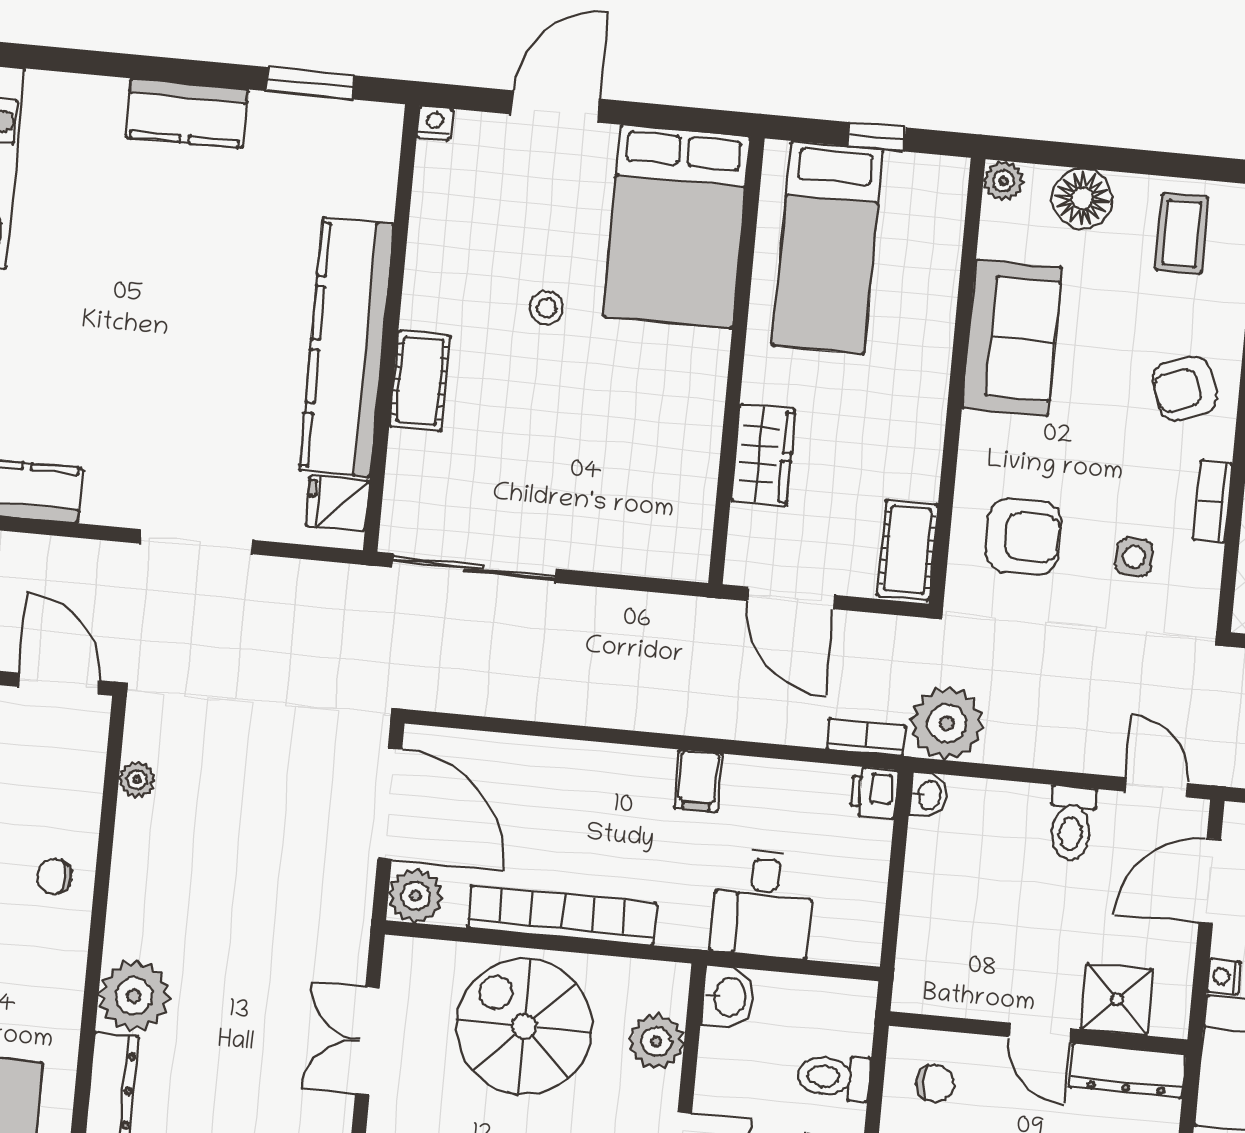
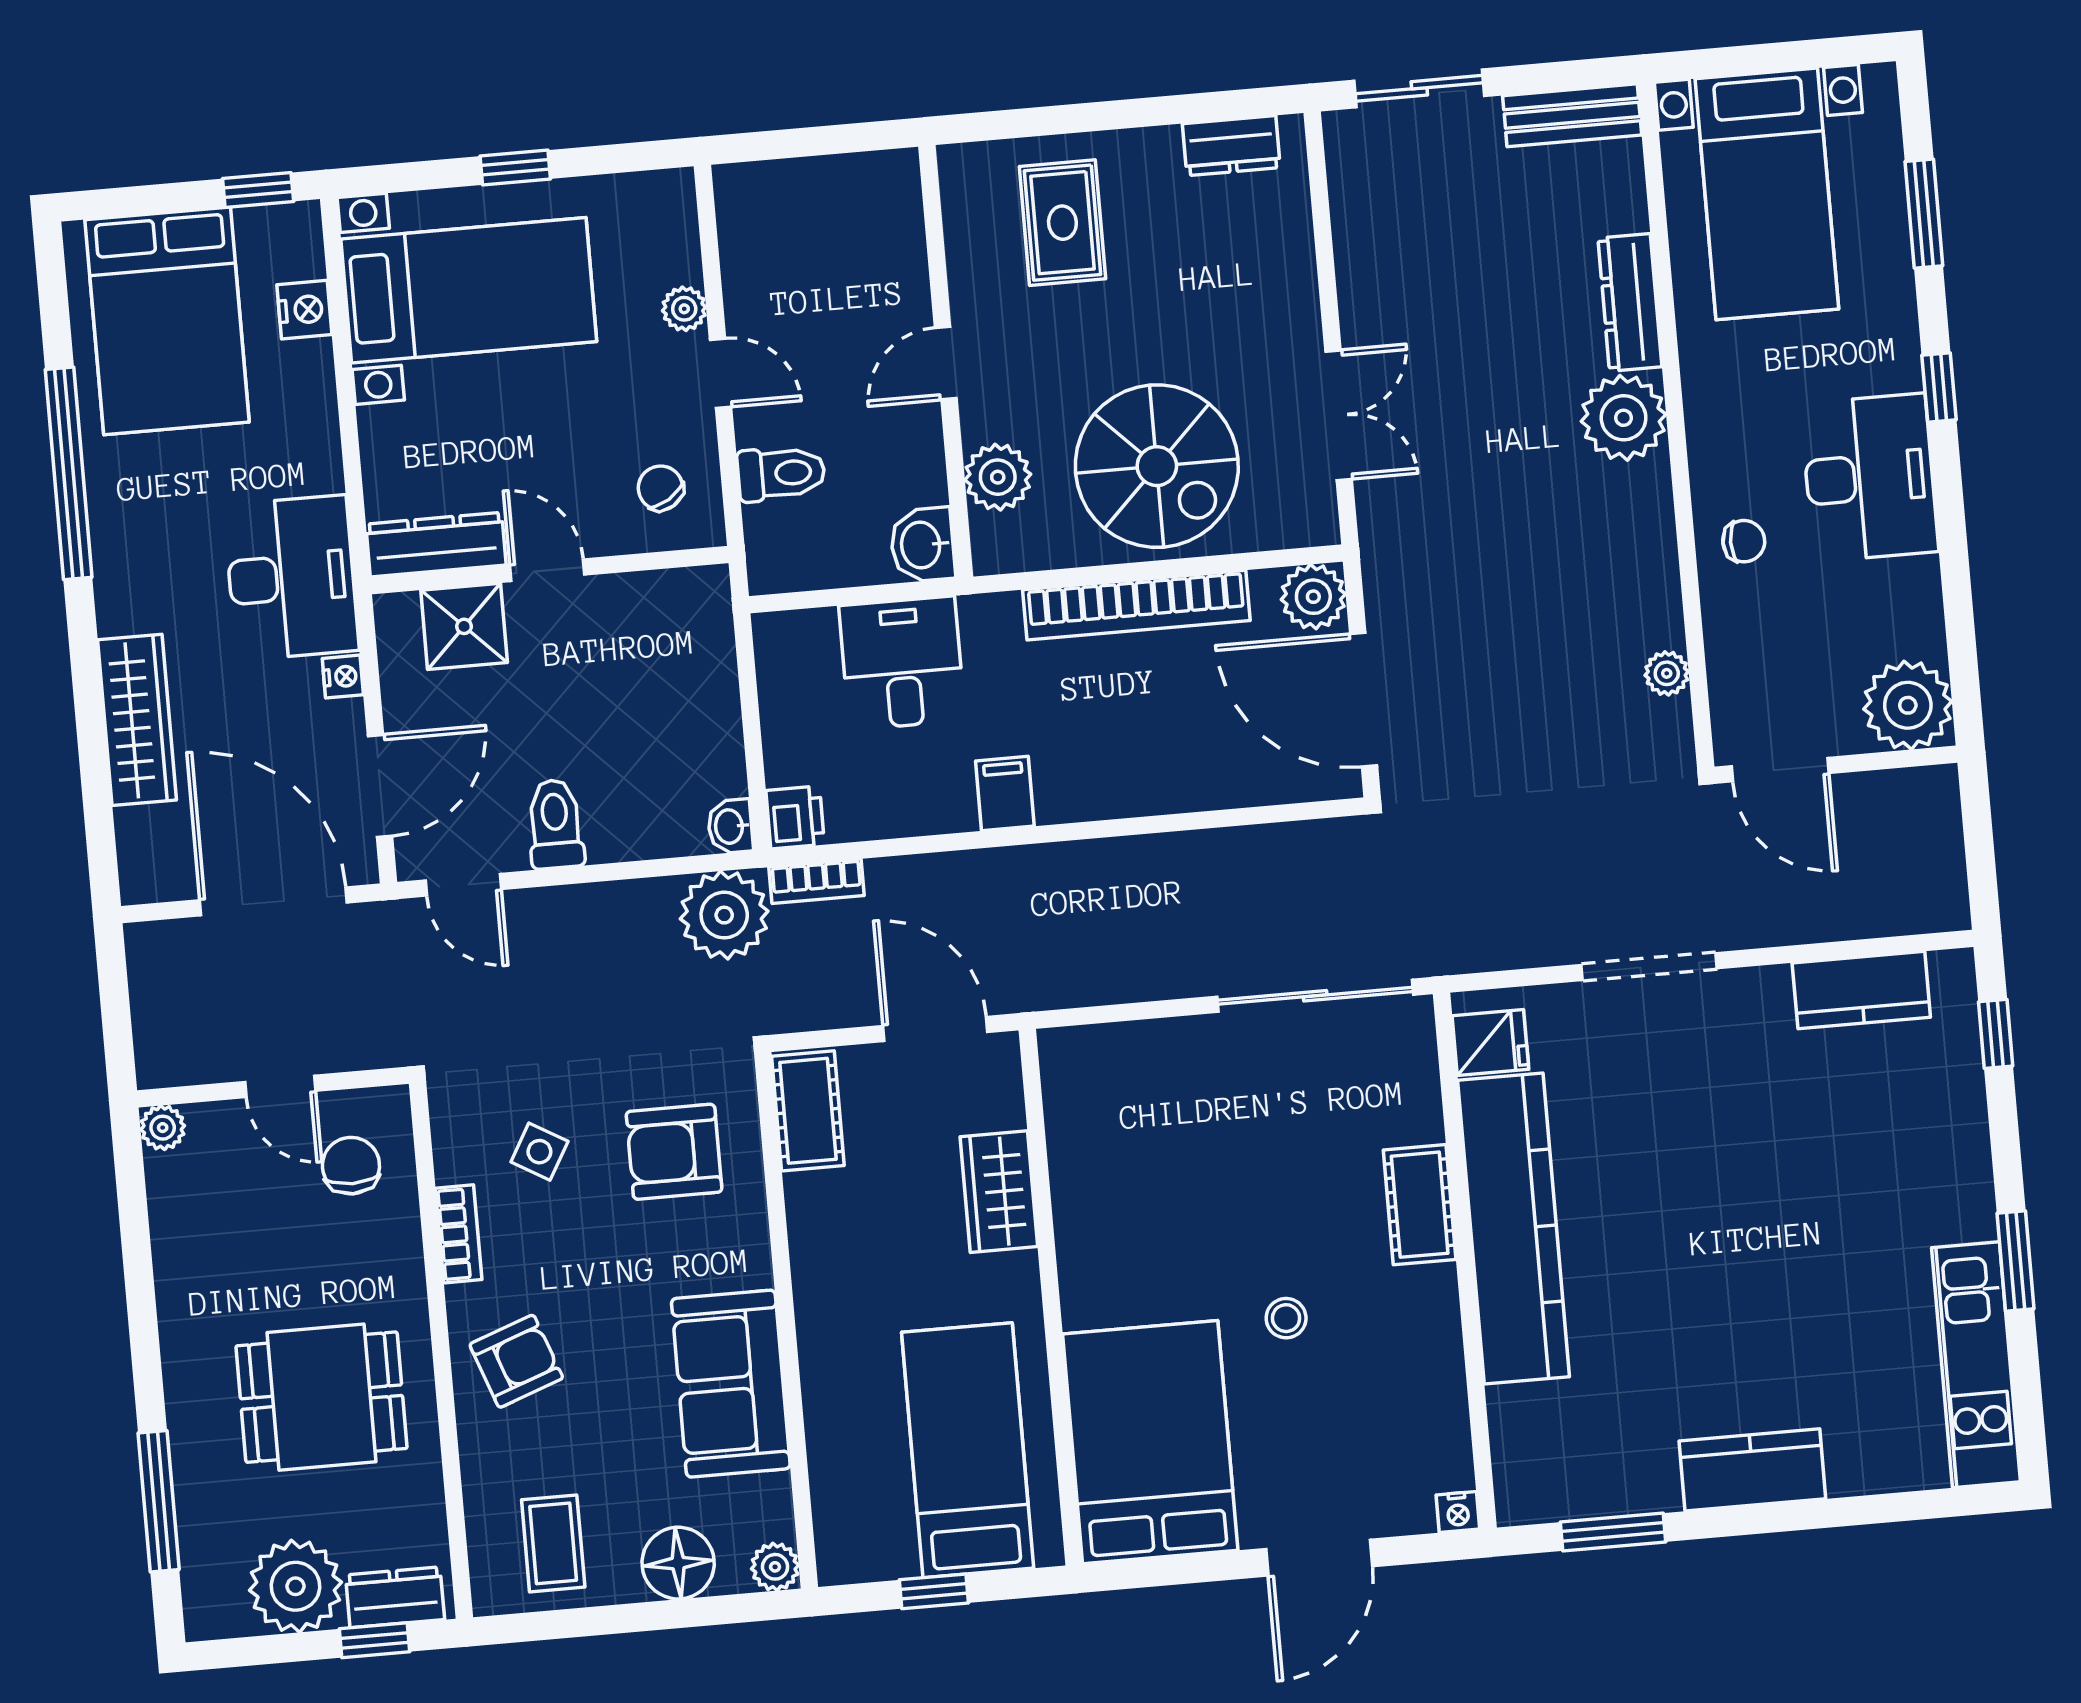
side table: (1134, 557) -> (539, 1152), turned 30
chair: (935, 1083) -> (661, 488), turned 58

